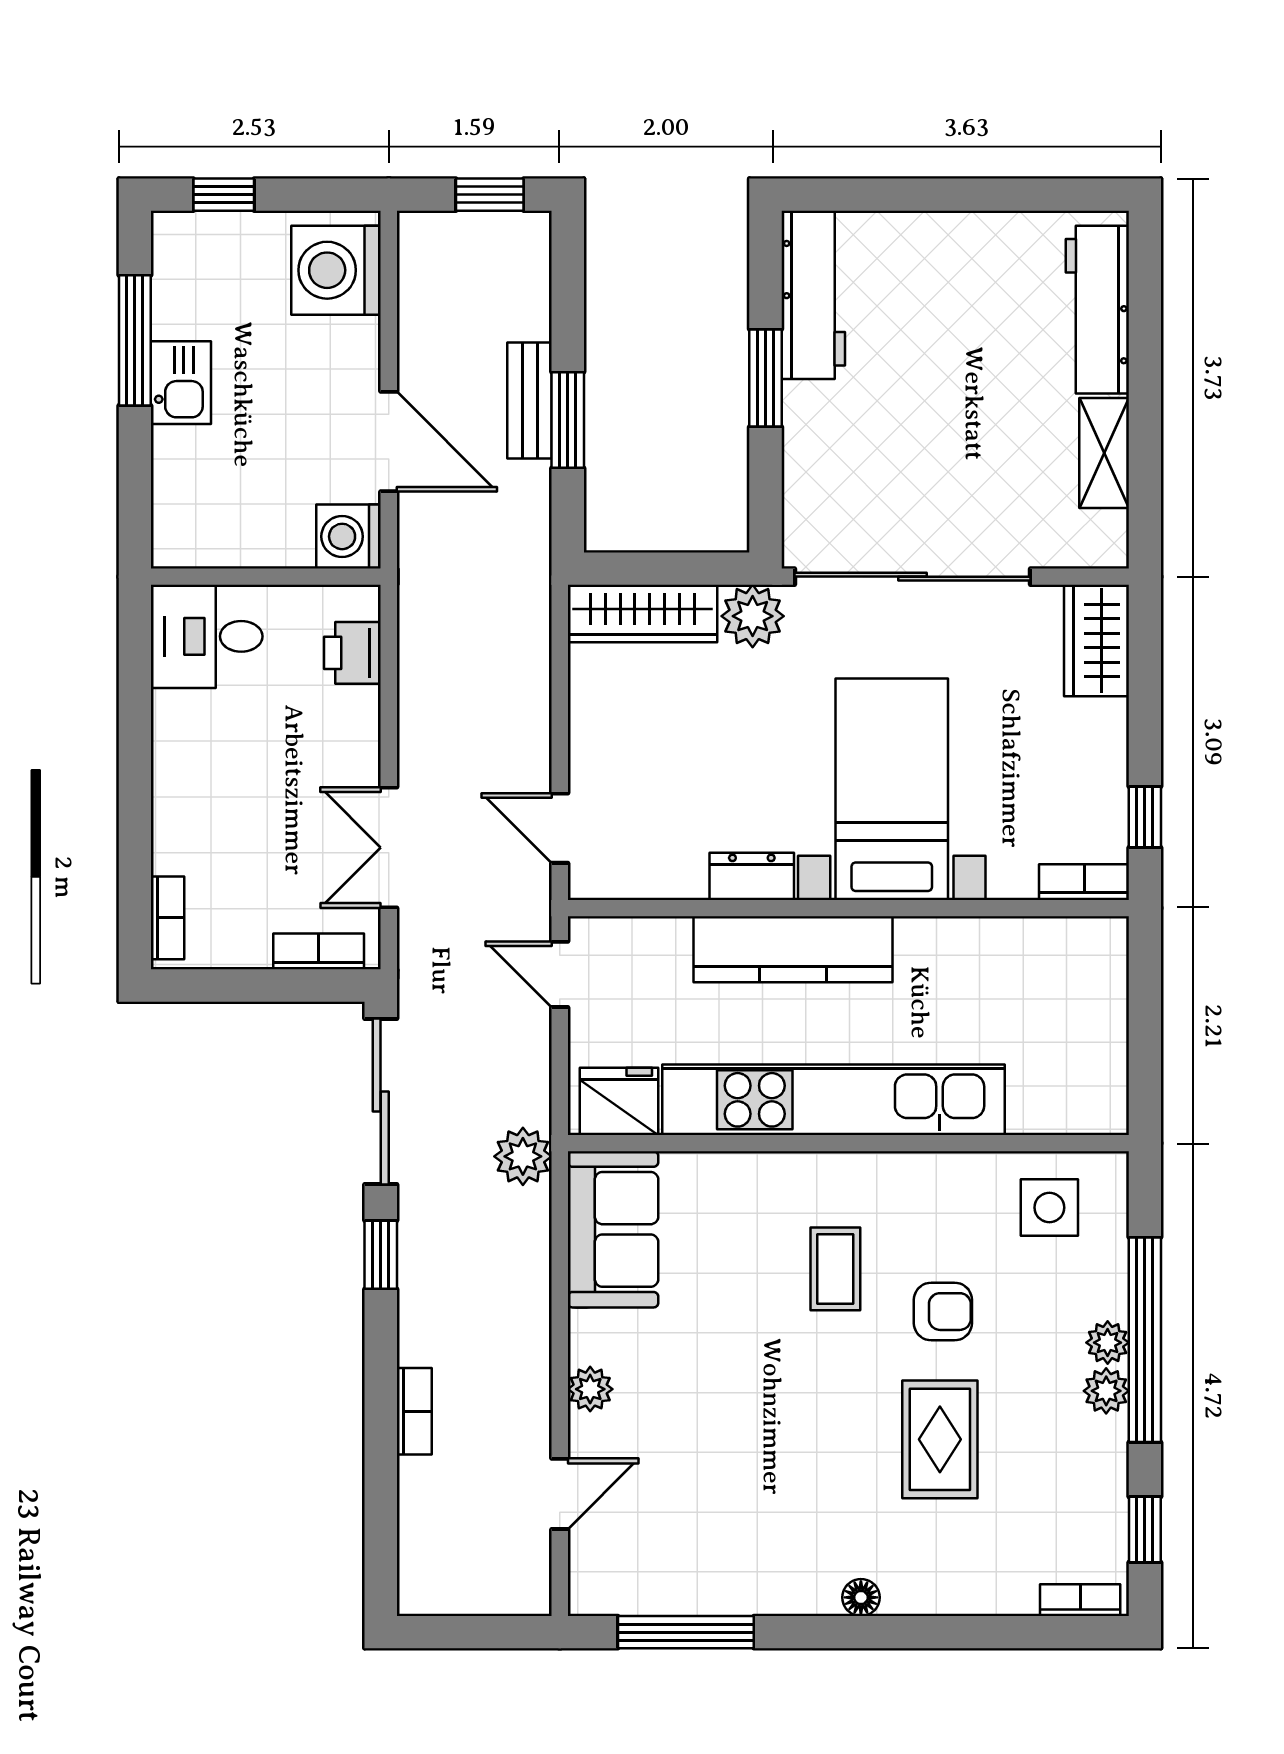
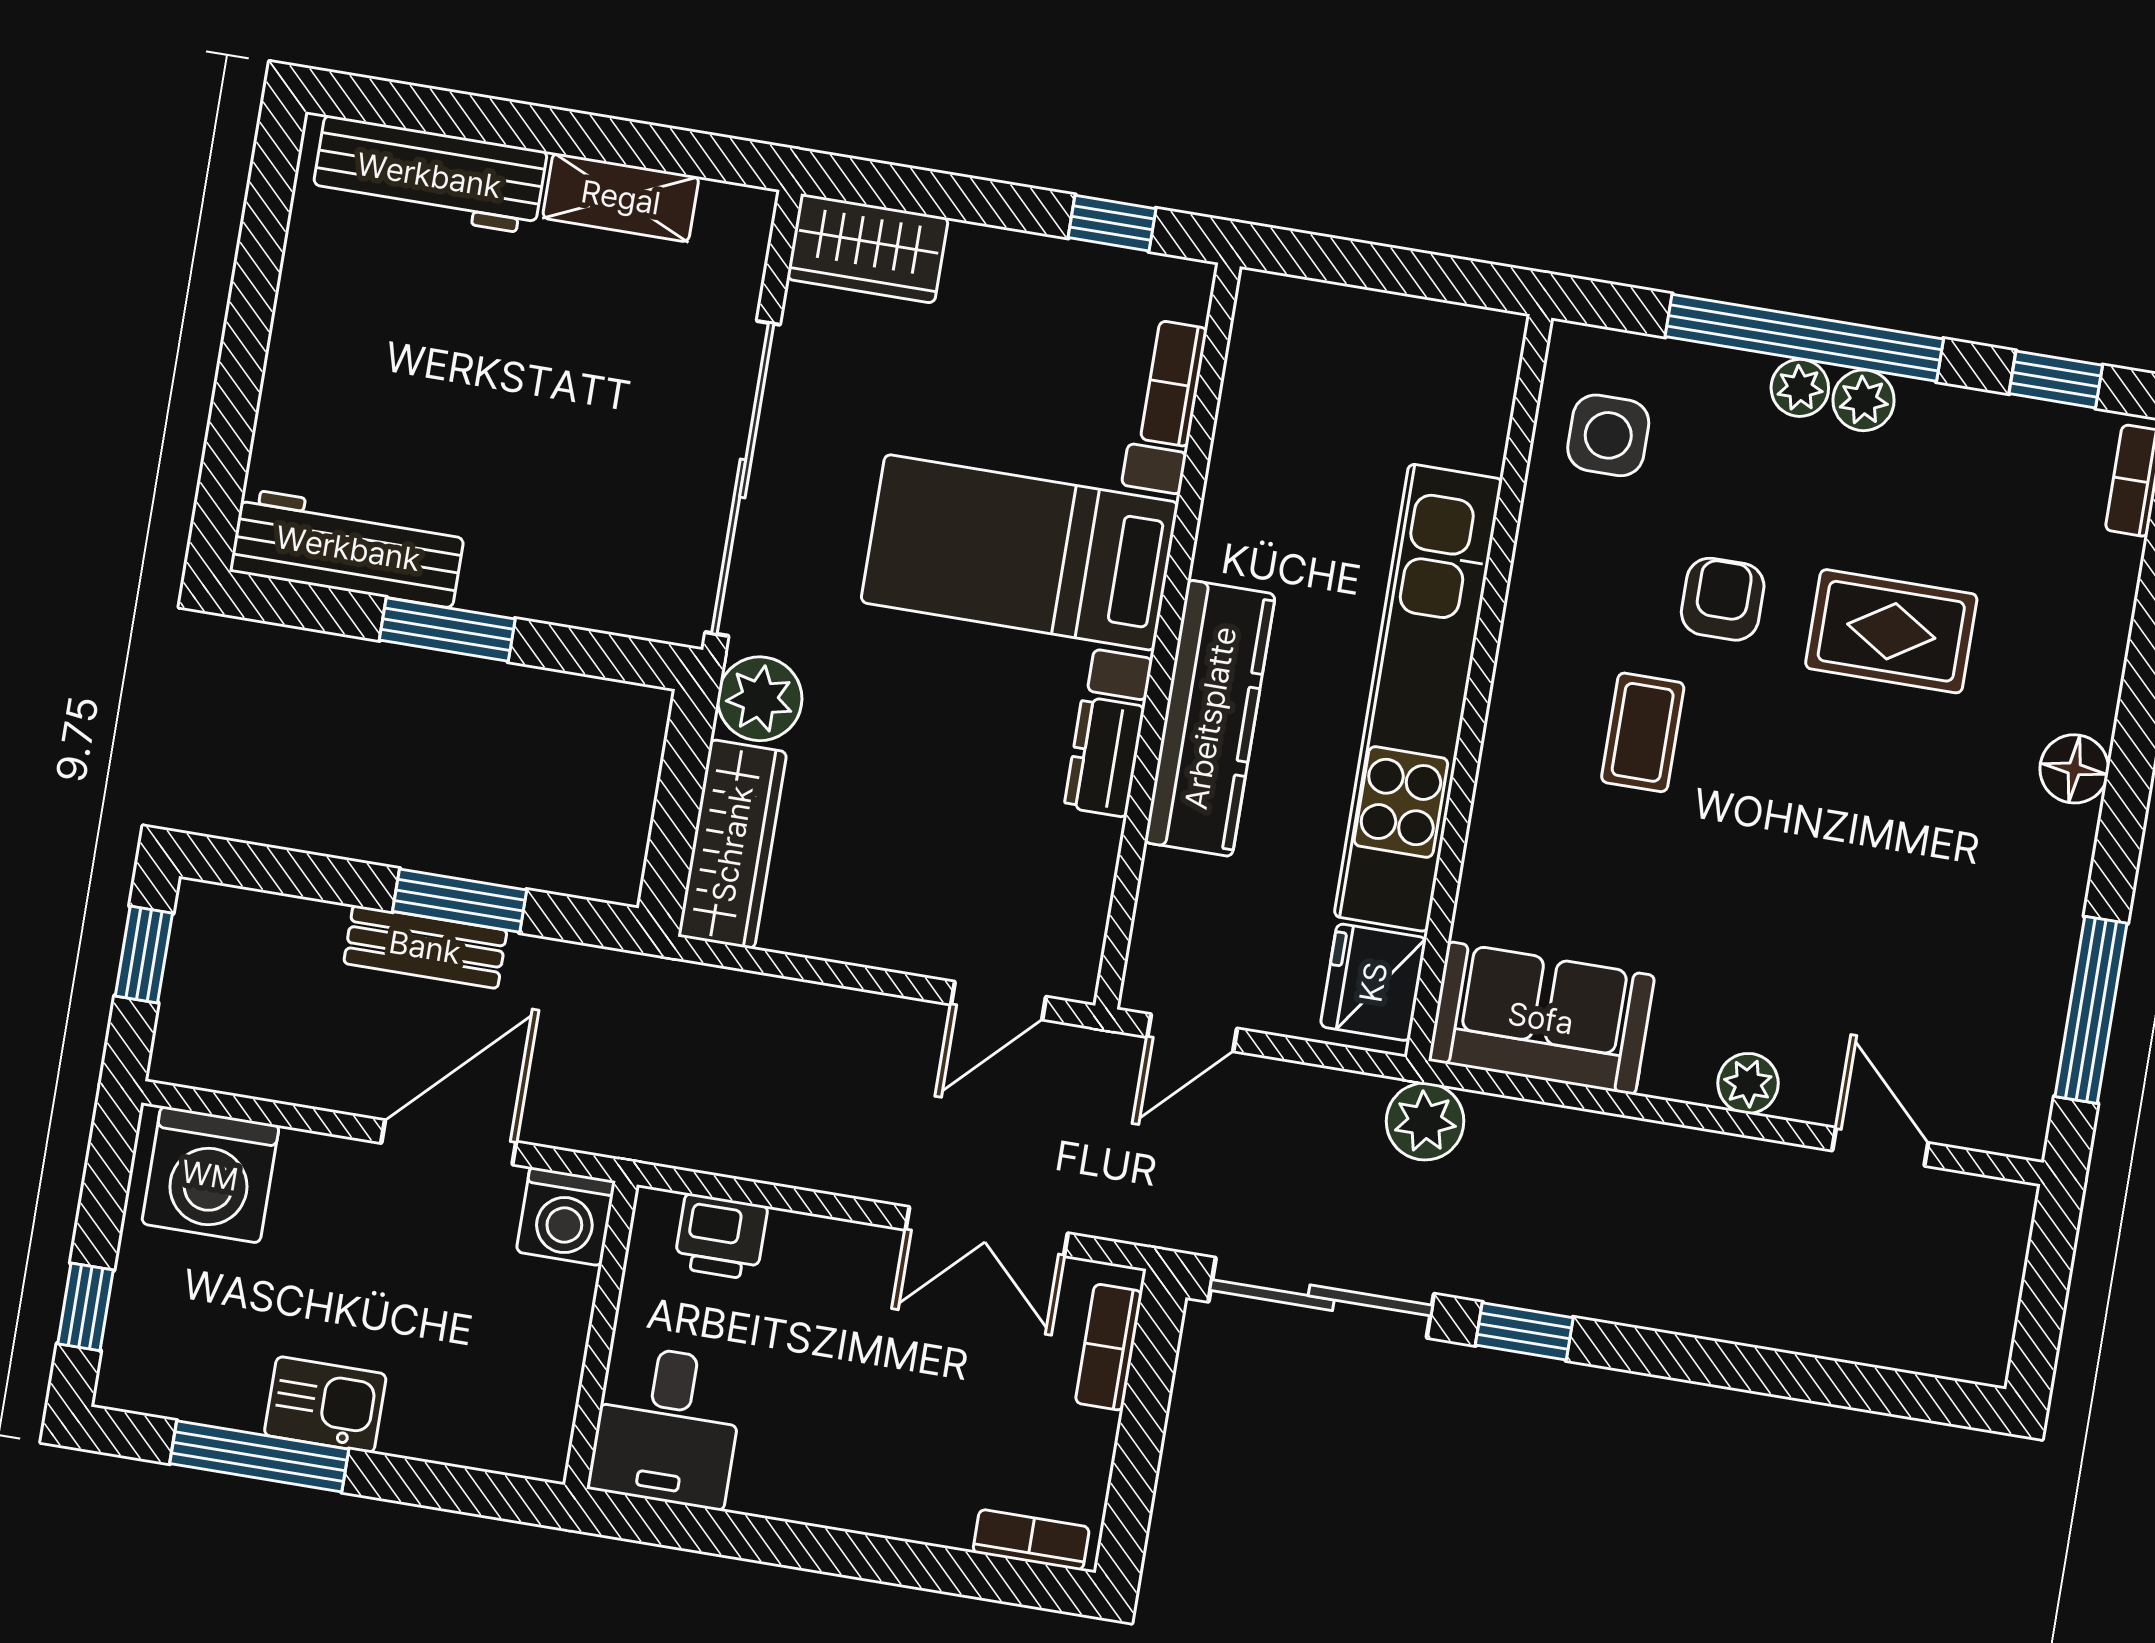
bookcase: (1084, 882) -> (1174, 384), moved
coffee table: (835, 1269) -> (1643, 732), turned 90
bookcase: (414, 1411) -> (1739, 1321), removed
floor lamp: (861, 1597) -> (2074, 769), width x1.37, depth x1.37

